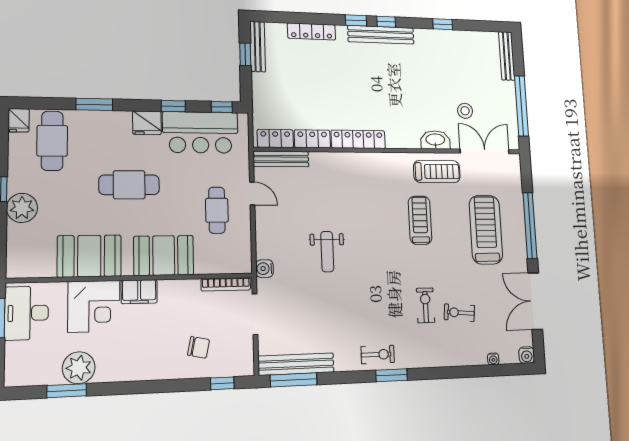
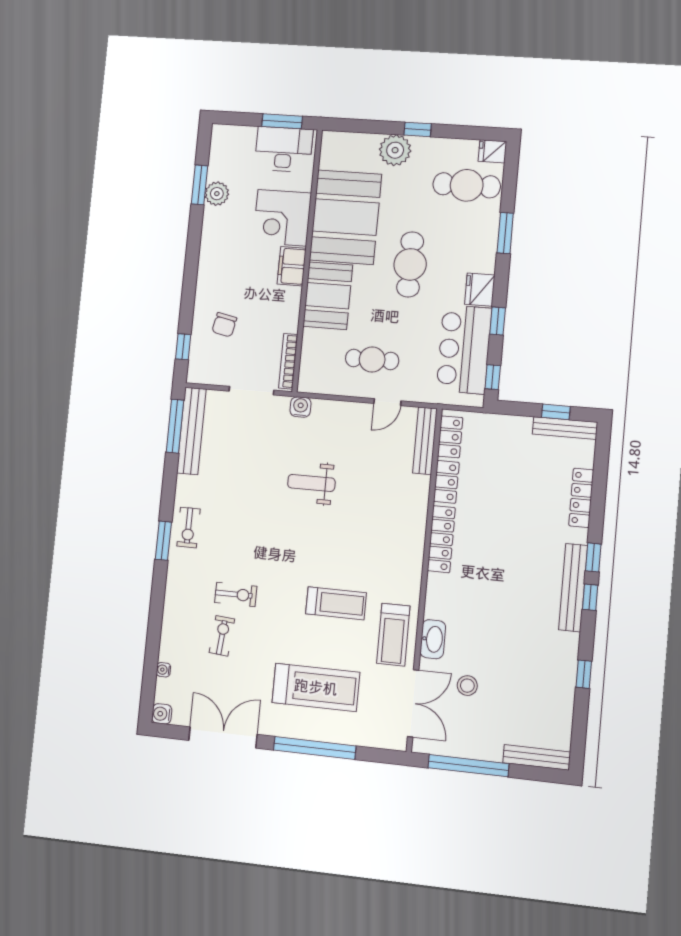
booth: (89, 256) -> (345, 217), width x1.36, depth x1.42
plant: (79, 368) -> (217, 194), width x0.73, depth x0.73

